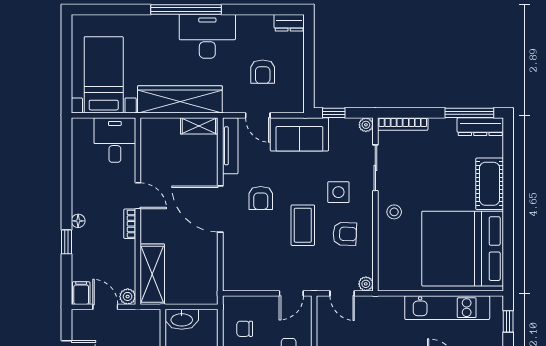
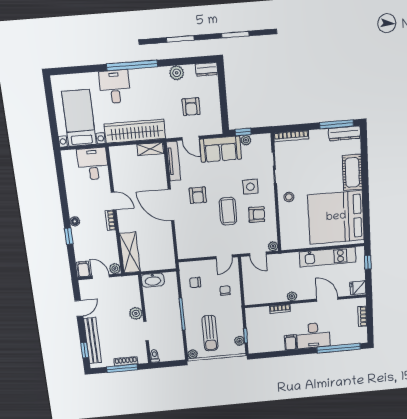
plant: (247, 24) -> (177, 73), added
desk: (207, 36) -> (115, 87), moved, width x0.73
plant: (366, 125) -> (246, 140), moved

